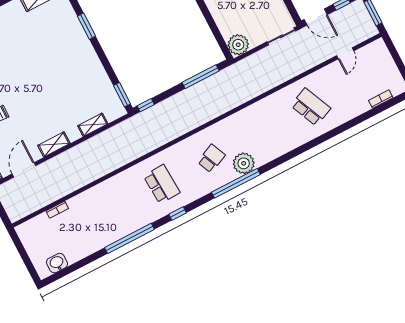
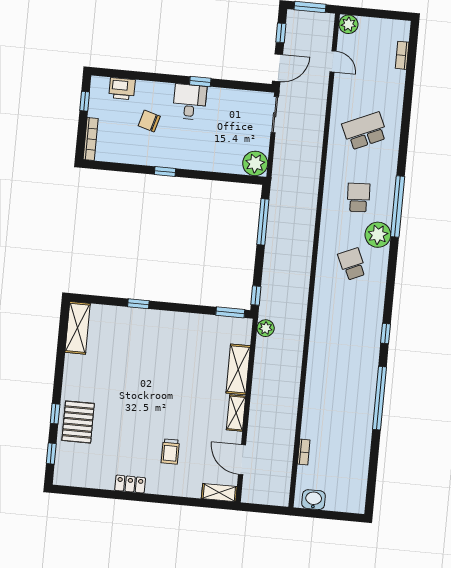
window: (87, 26) -> (138, 304), width x0.67
plant: (378, 47) -> (348, 24), added
shelving: (93, 125) -> (238, 369), width x1.50, depth x1.33
plant: (127, 127) -> (266, 328), added
window: (236, 183) -> (398, 207), moved
school desk: (162, 184) -> (358, 198), moved, width x0.54
washbasin: (57, 263) -> (314, 500), moved, turned 90

